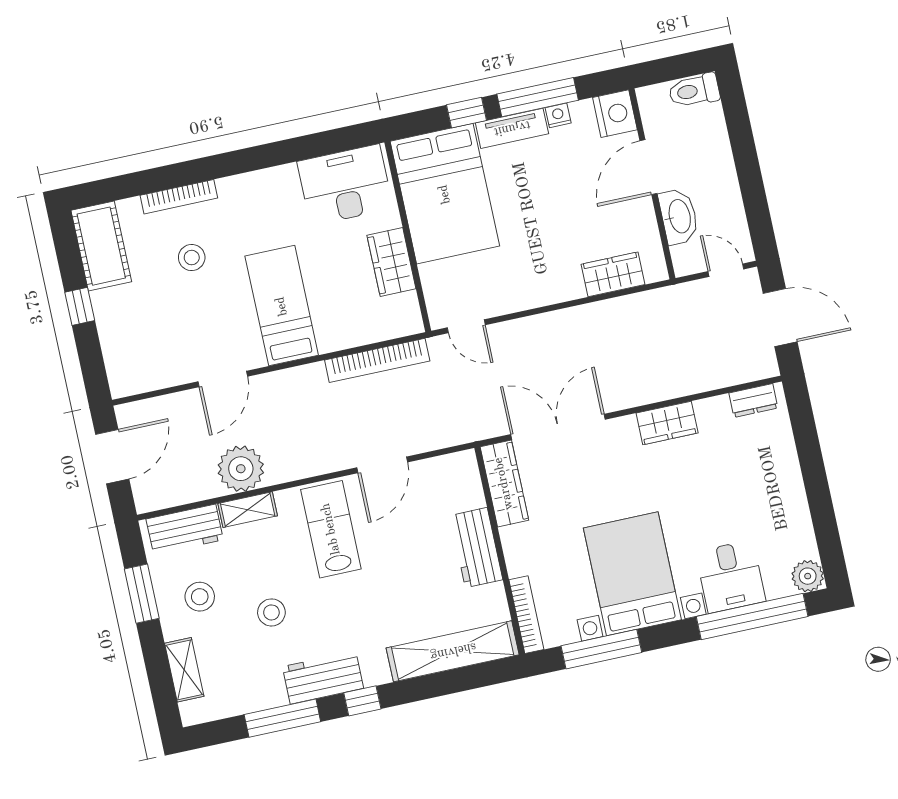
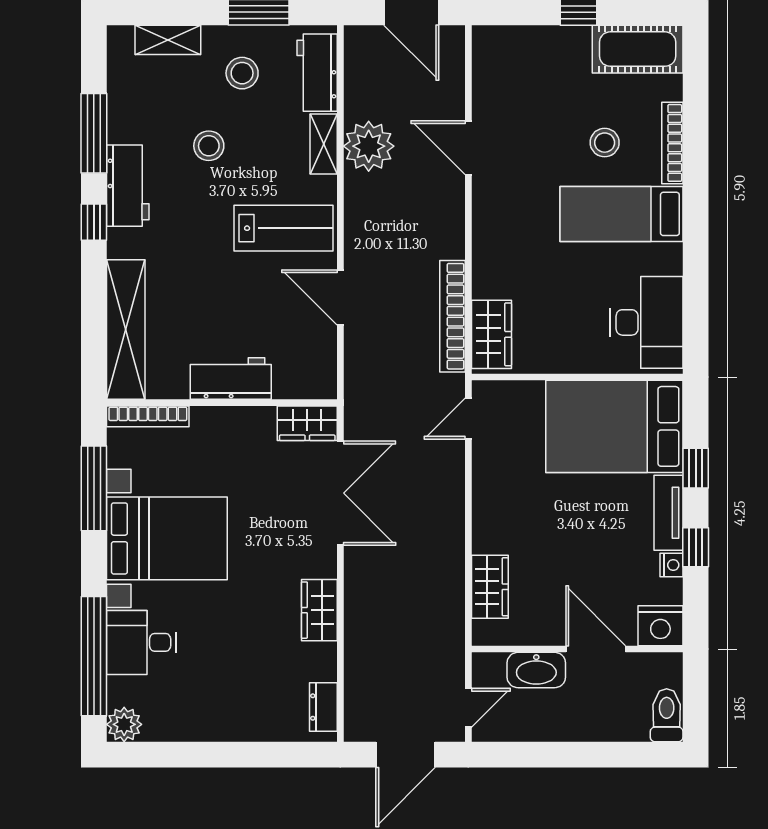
window: (538, 97) -> (696, 547), width x0.46
wardrobe: (391, 262) -> (491, 334), moved, turned 90
bed: (282, 306) -> (621, 214), moved, turned 180
wardrobe: (504, 484) -> (307, 423), width x0.67

